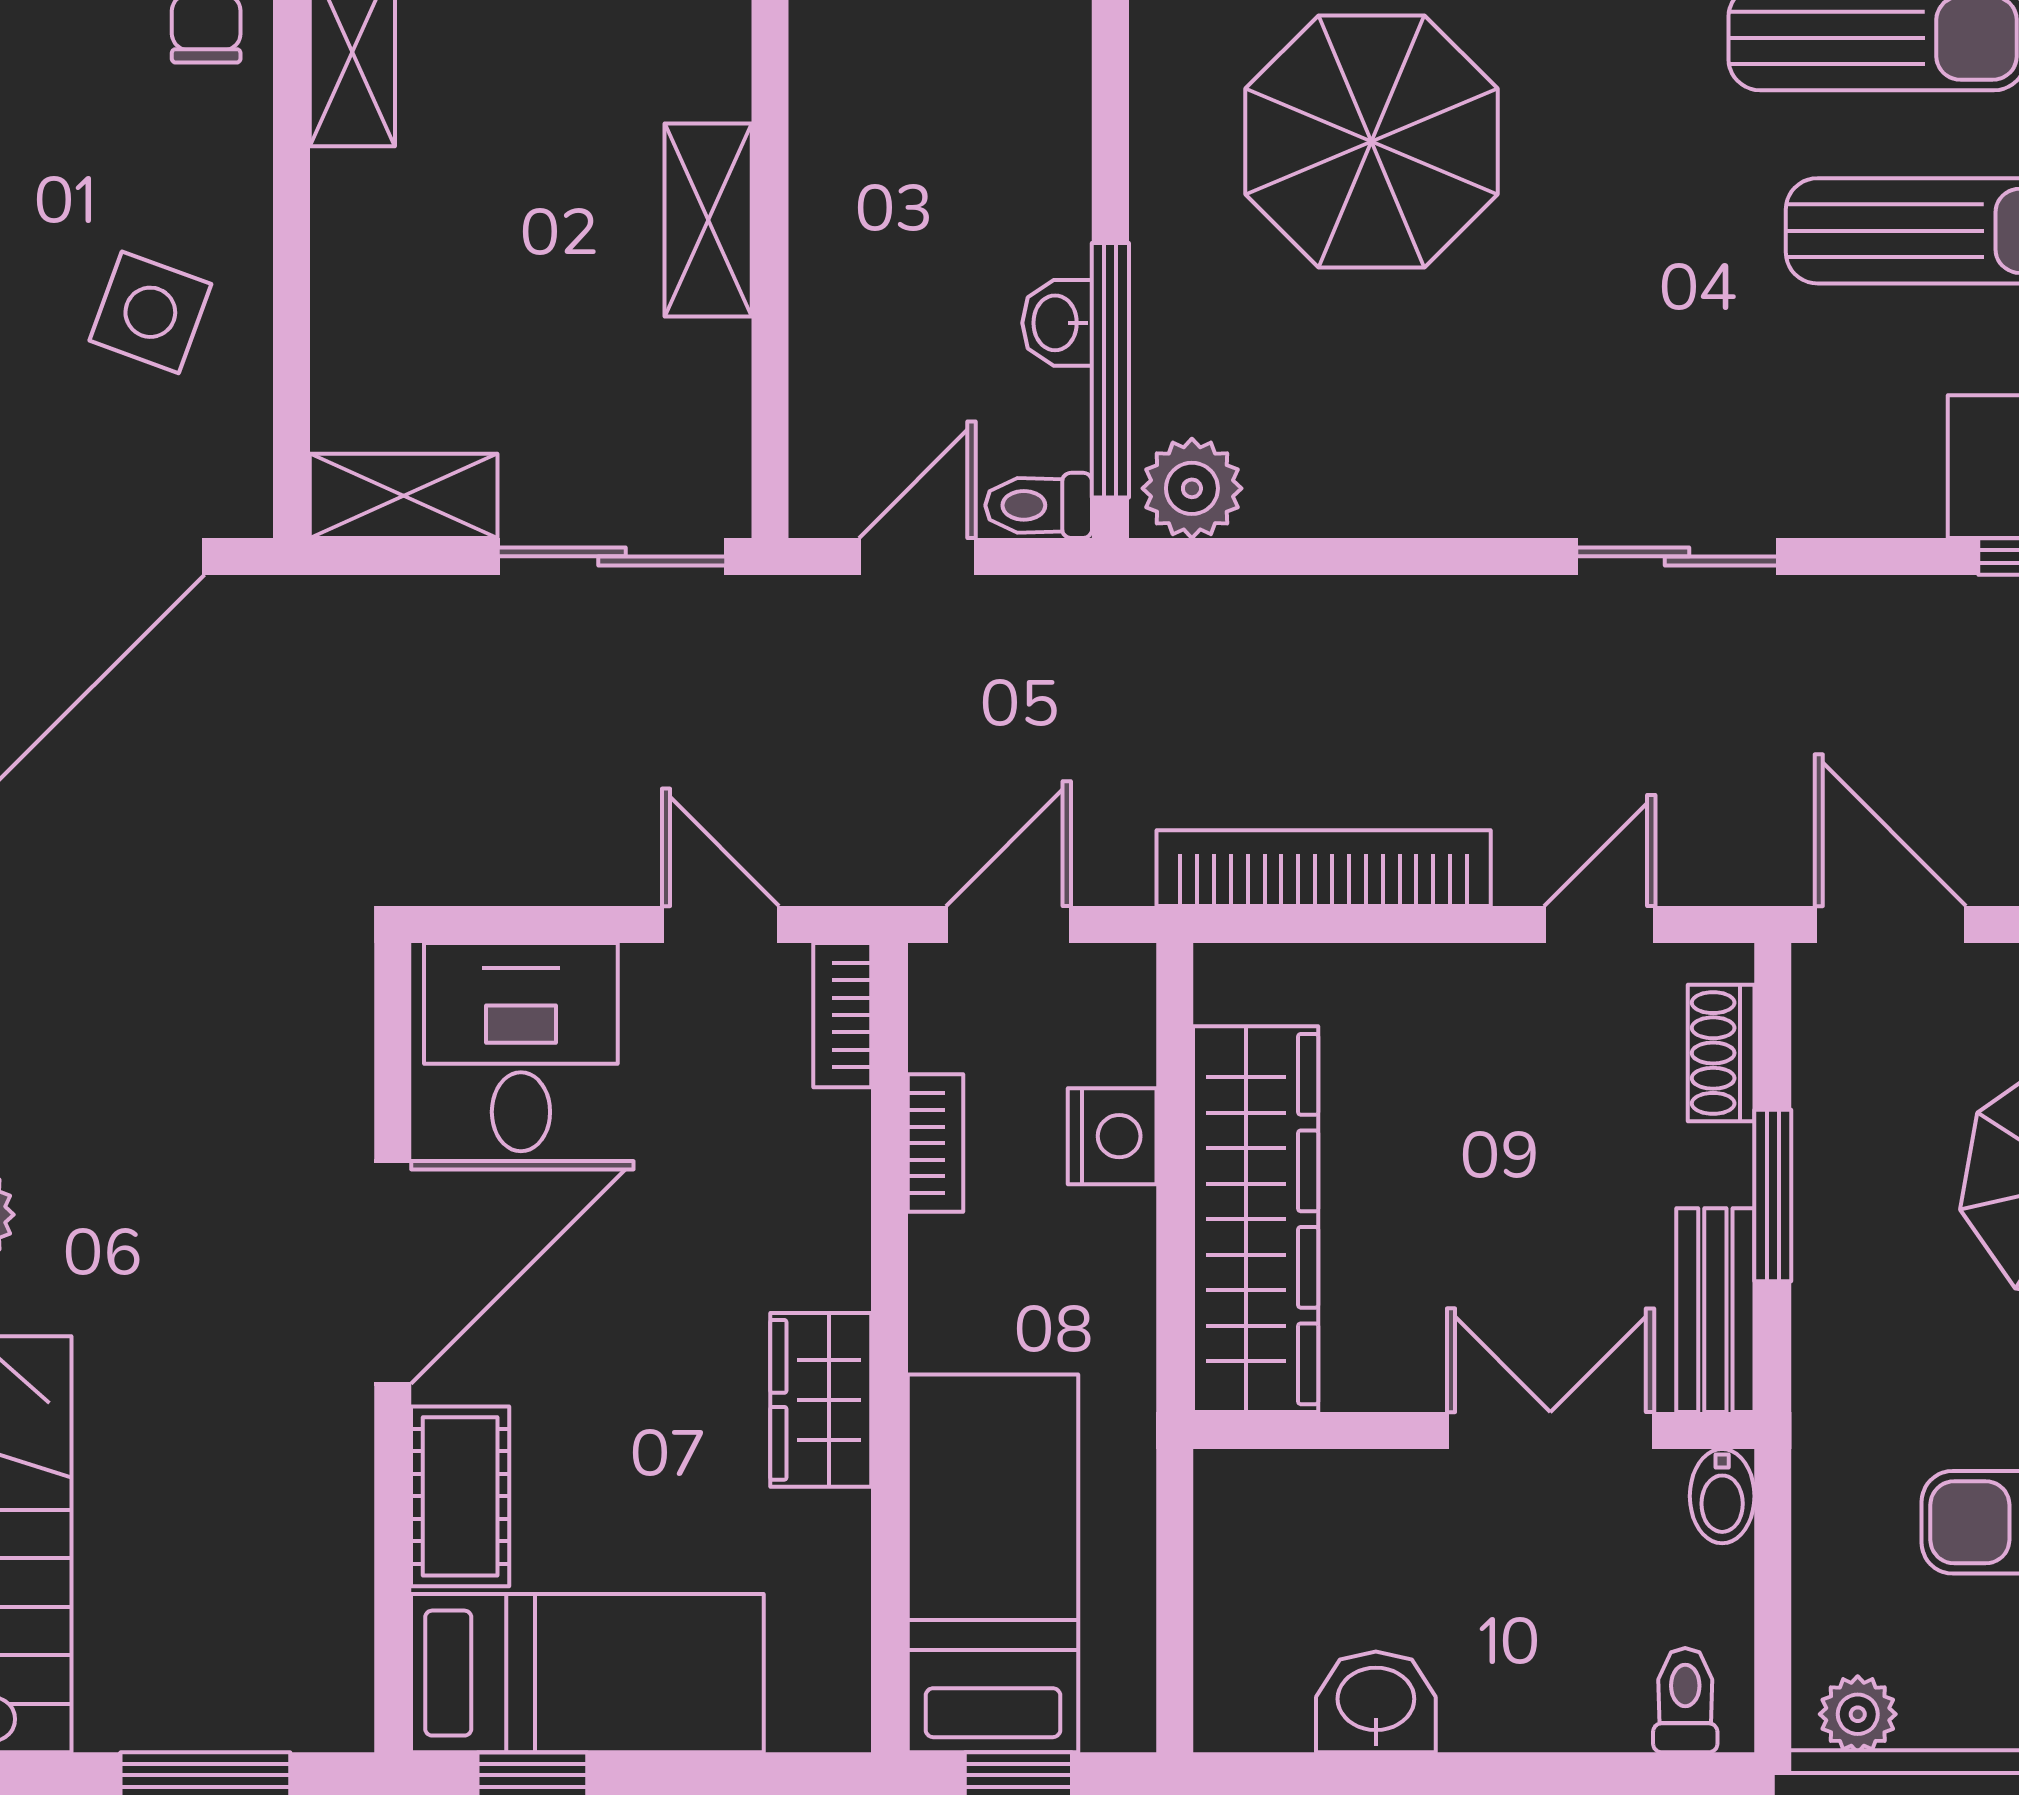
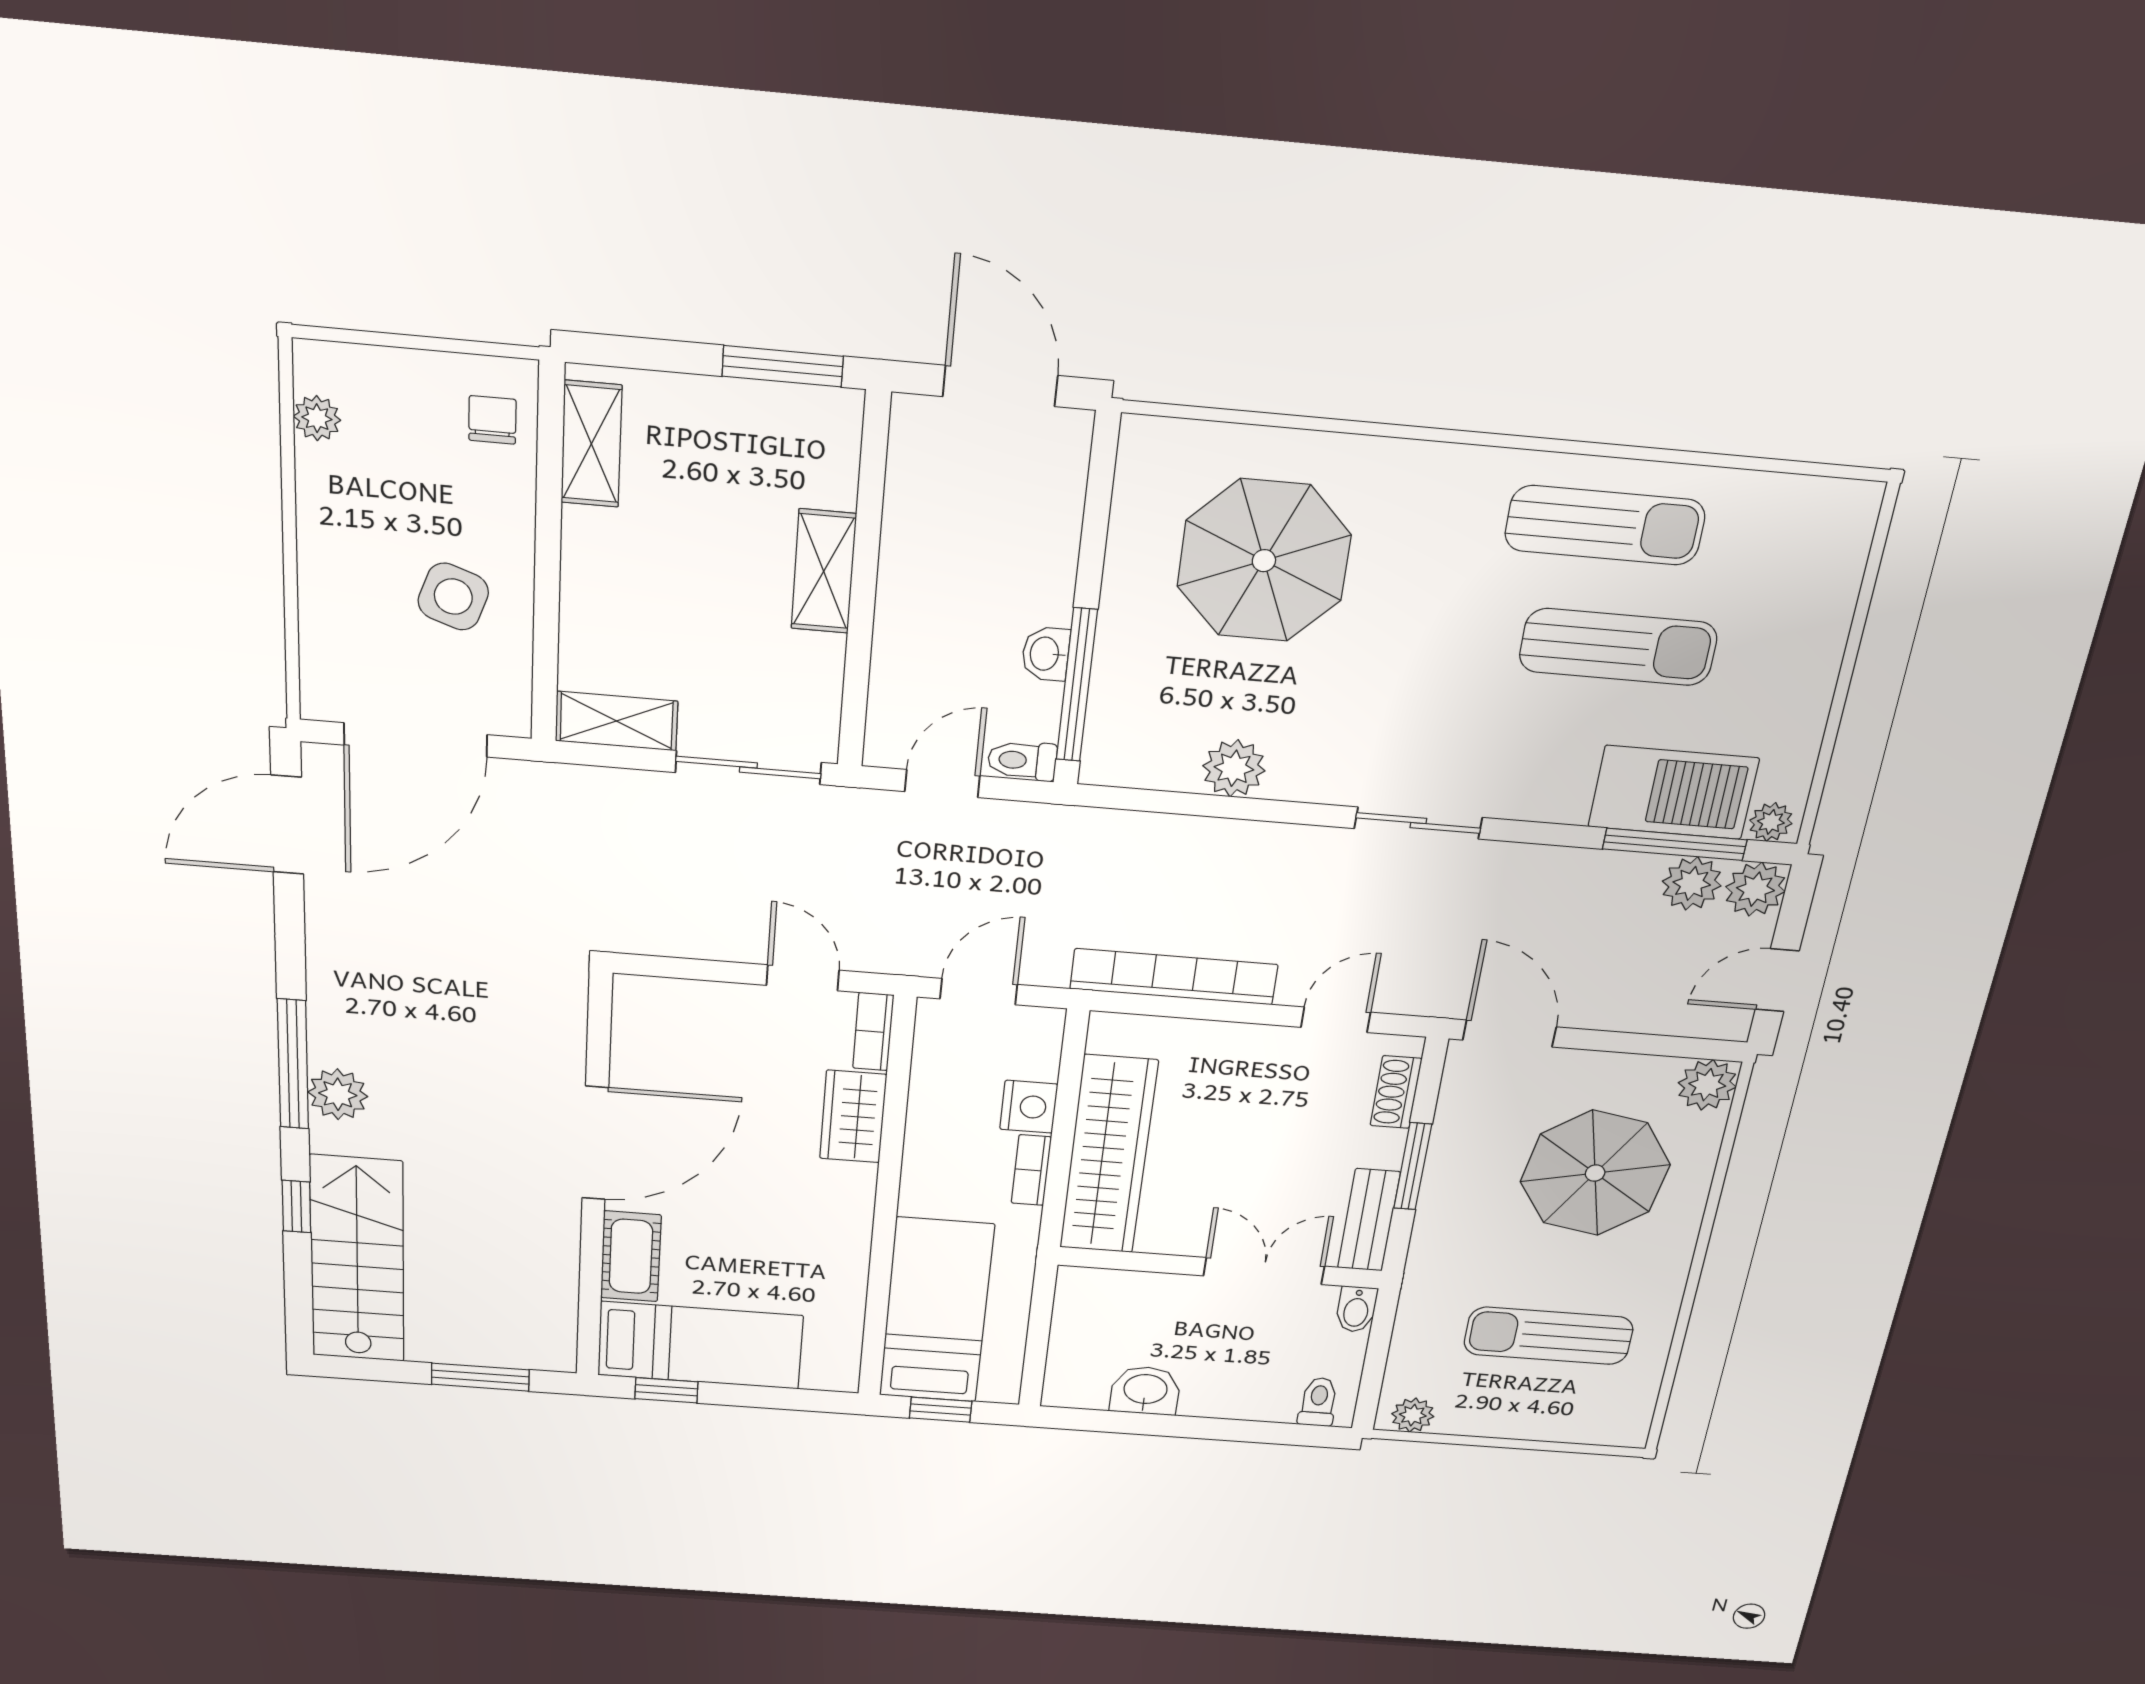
plant: (1192, 488) -> (1234, 768), moved
desk: (521, 1047) -> (677, 1033), removed
bookcase: (936, 1143) -> (1031, 1170), moved, turned 180
wardrobe: (821, 1400) -> (853, 1117), moved

